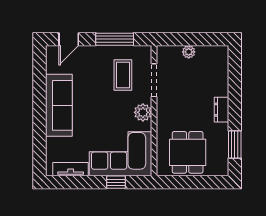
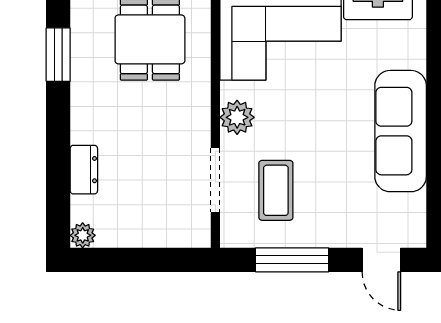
door: (69, 39) -> (381, 260), swing flipped
plant: (189, 52) -> (83, 235), moved
dresser: (222, 110) -> (84, 170), moved

